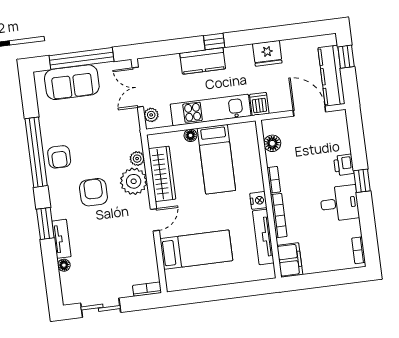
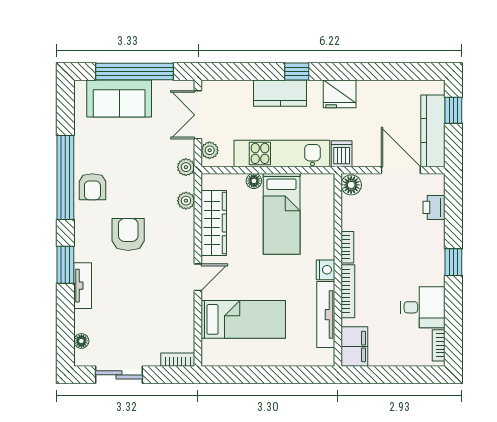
fridge: (267, 53) -> (340, 94), moved
floor lamp: (272, 143) -> (351, 185), moved
printer: (344, 165) -> (434, 207), moved
plant: (134, 181) -> (186, 167), moved, width x0.53, depth x0.53
desk: (339, 203) -> (423, 307), moved
floor lamp: (64, 265) -> (81, 341), moved

